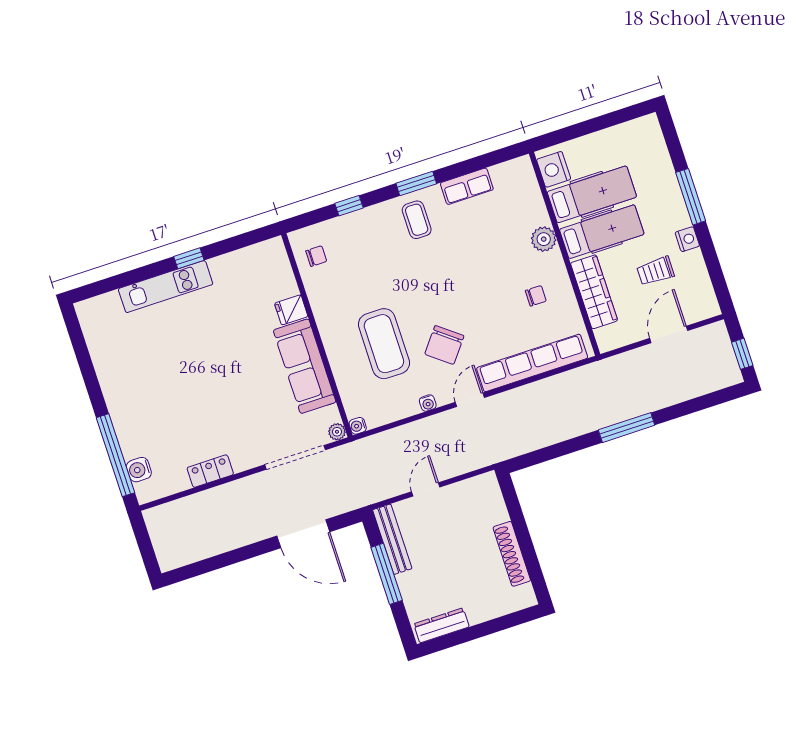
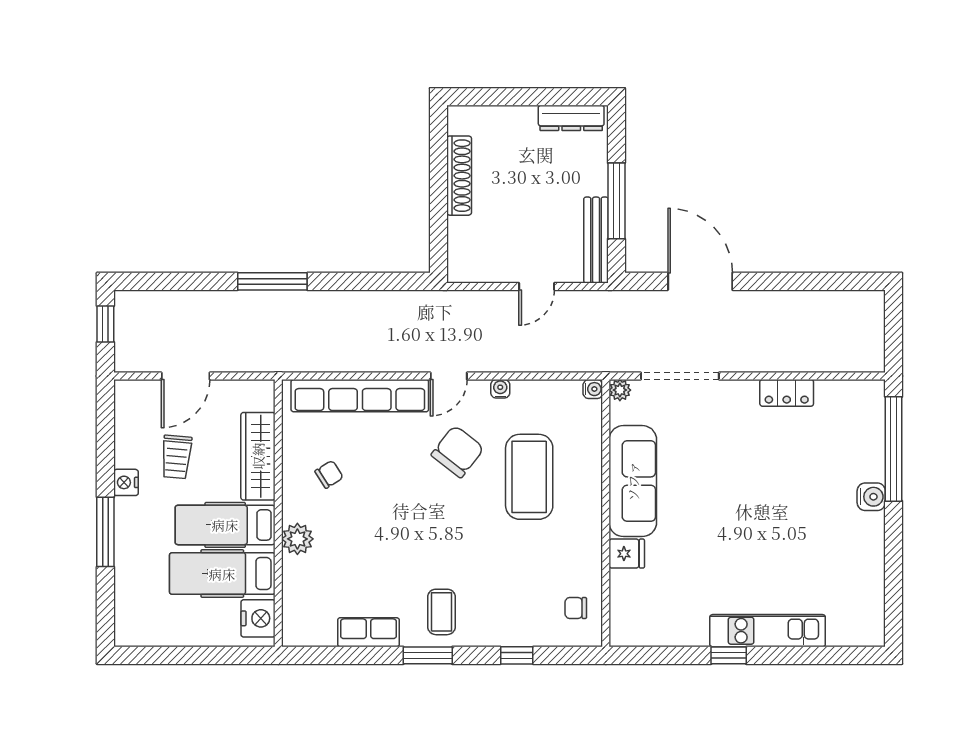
trolley: (656, 271) -> (176, 457), turned 95
chair: (536, 296) -> (329, 474), turned 148
water cooler: (139, 470) -> (871, 497), moved

